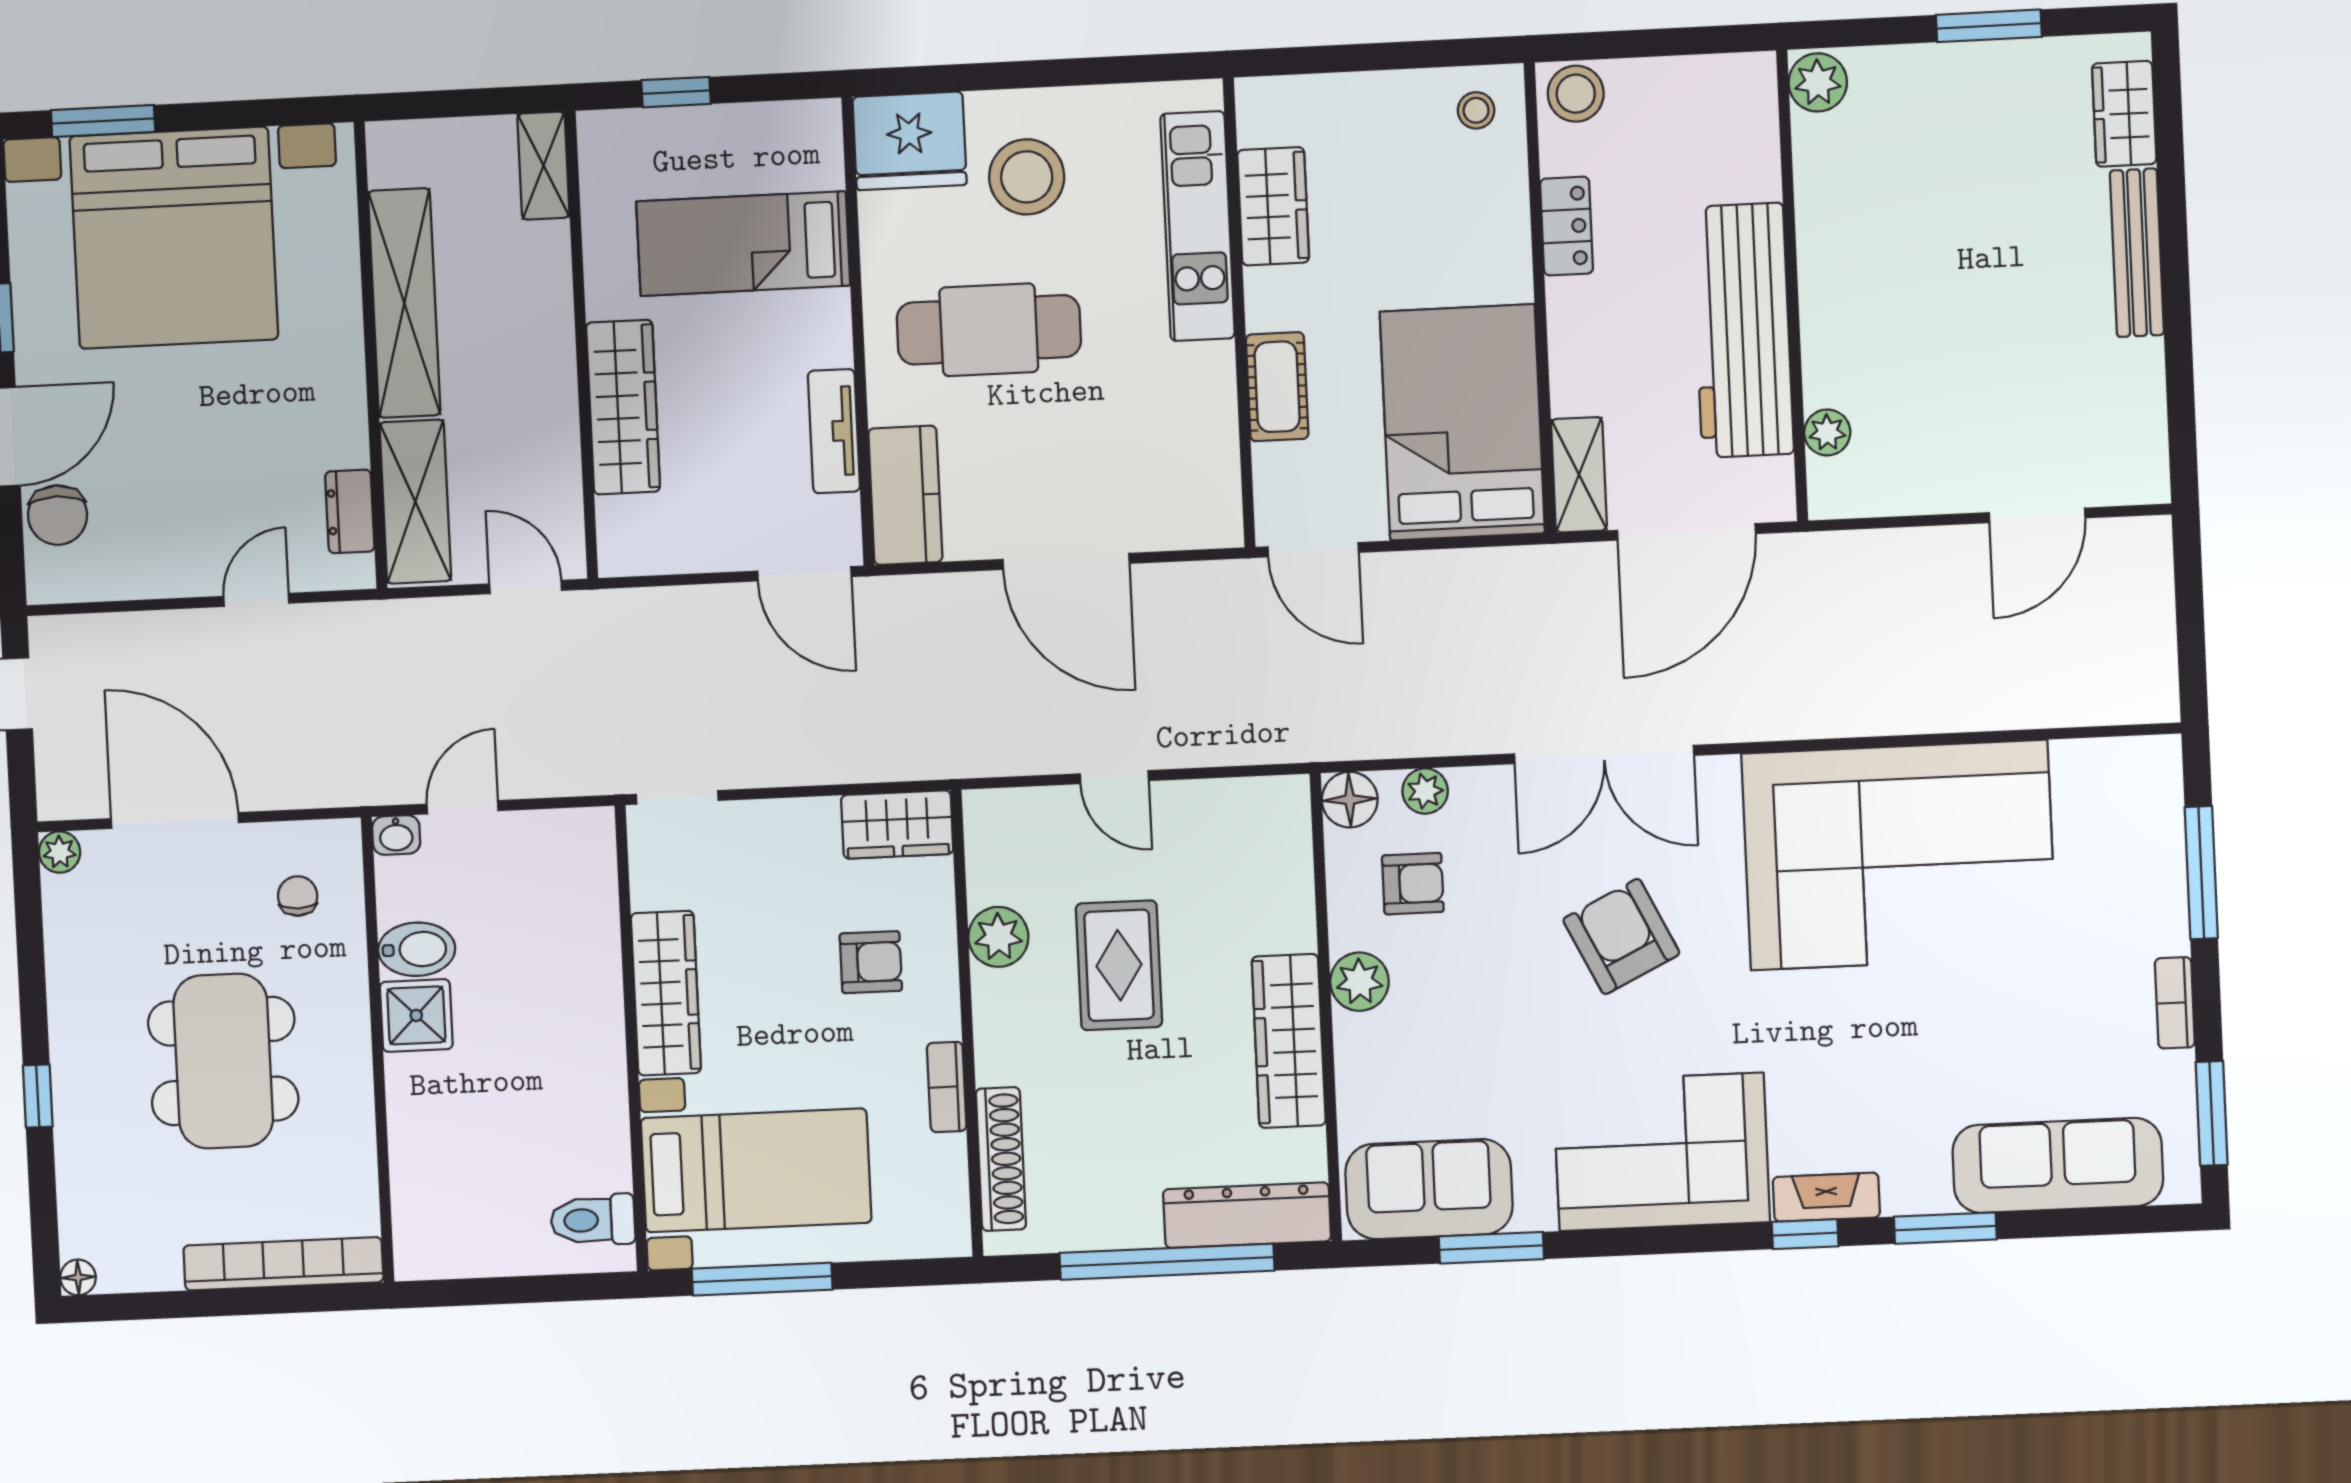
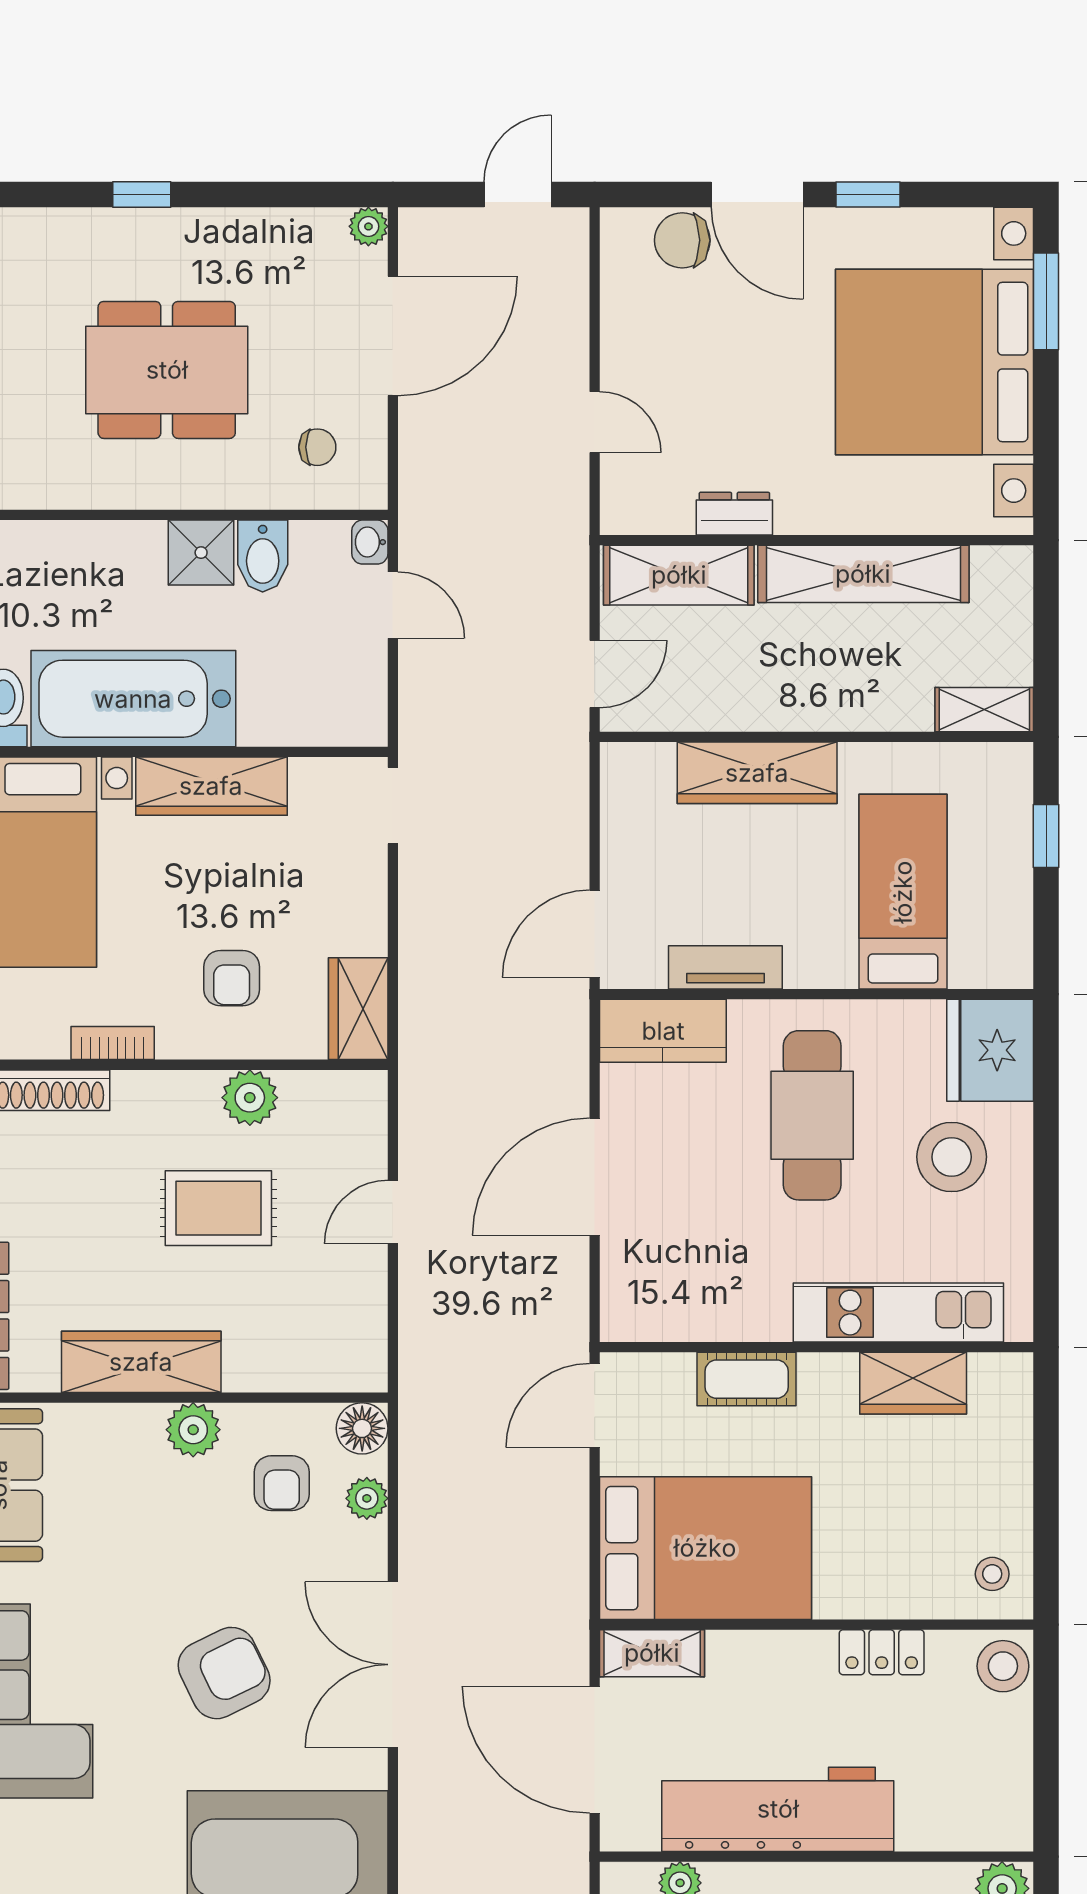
dresser: (350, 511) -> (734, 514), moved
bathtub: (576, 1081) -> (133, 699), added

